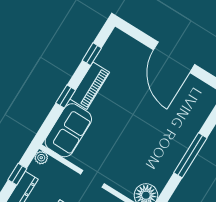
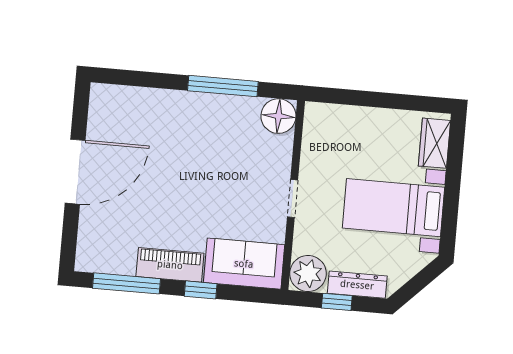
window: (92, 54) -> (127, 283), width x2.17
window: (190, 155) -> (223, 86), moved
plant: (41, 158) -> (308, 274), width x1.87, depth x1.87

